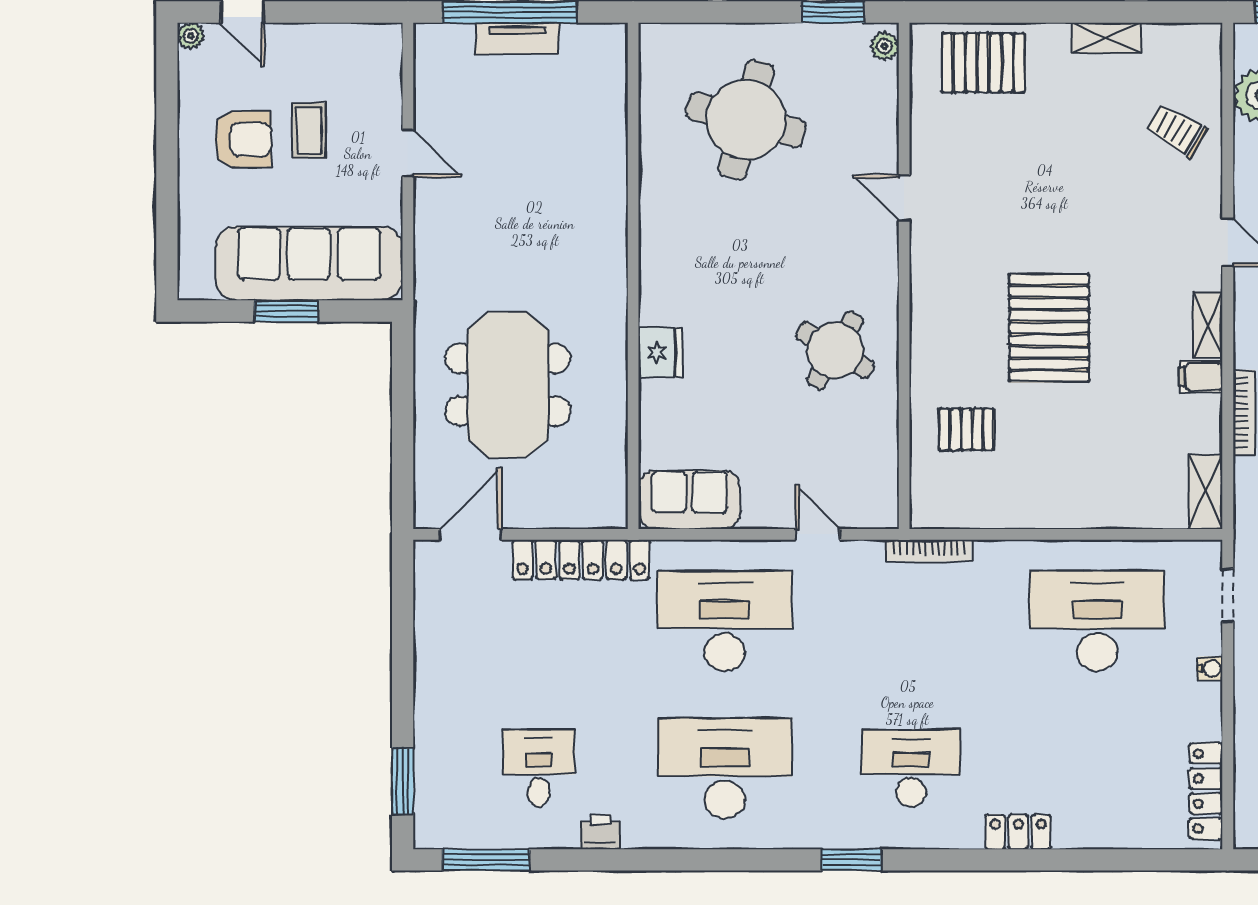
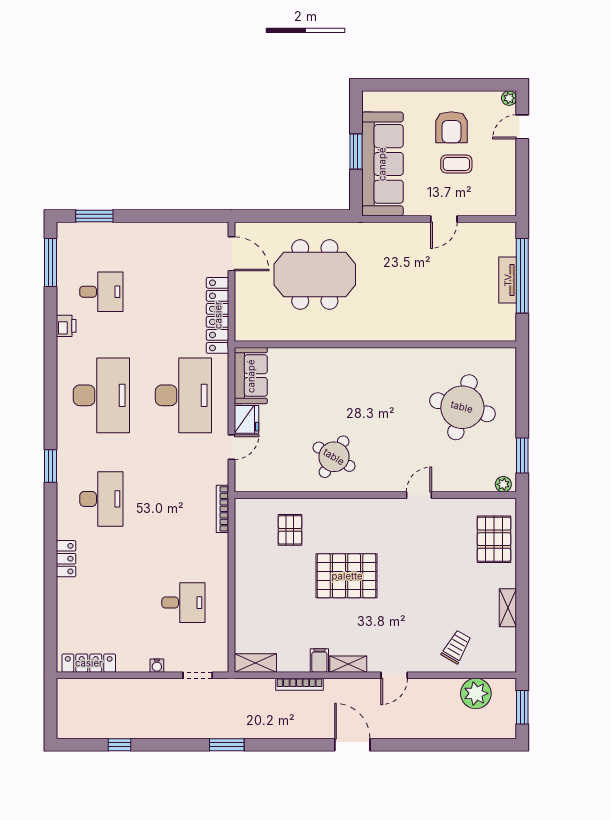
fridge: (660, 353) -> (247, 419), moved, turned -90
desk: (1097, 621) -> (183, 603), width x0.53, depth x0.77

